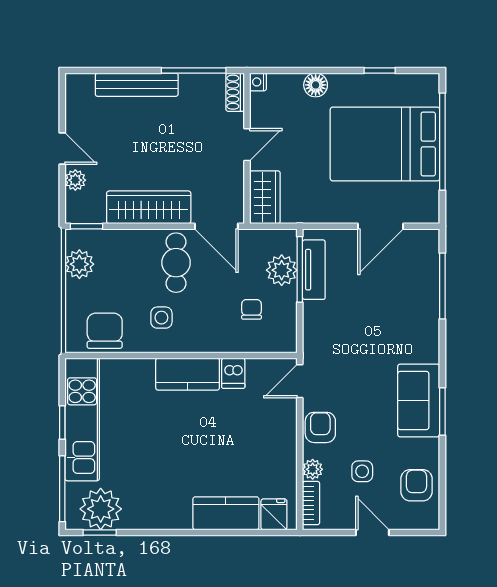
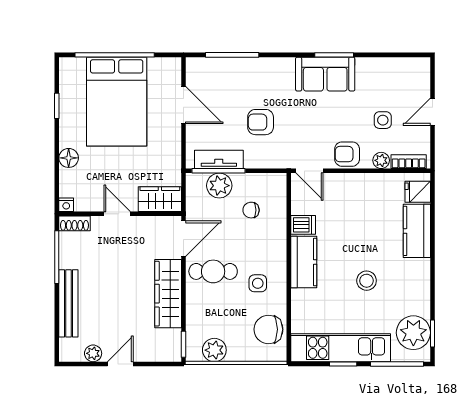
plant: (75, 180) -> (93, 353), moved
stool: (165, 451) -> (367, 281), added
armchair: (416, 485) -> (261, 122), moved

